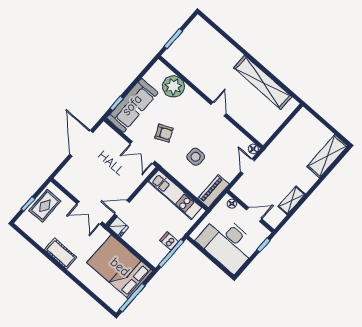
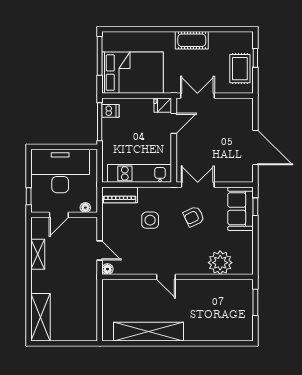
sofa: (132, 105) -> (240, 209), width x0.73
piano: (214, 191) -> (120, 195), moved, turned 90
dishwasher: (169, 241) -> (110, 111), moved

